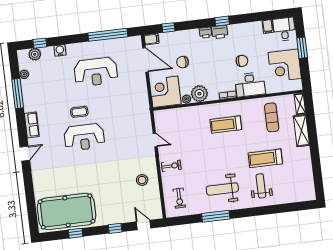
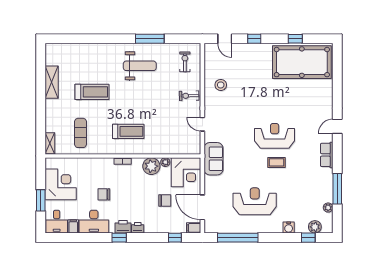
desk: (250, 85) -> (94, 222), moved, turned 180
sofa: (140, 108) -> (213, 159), added
shelving: (301, 131) -> (52, 82), moved
weight bench: (261, 186) -> (100, 64), removed

